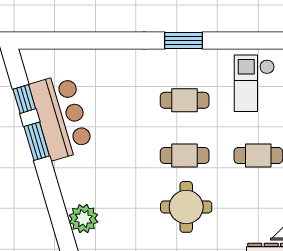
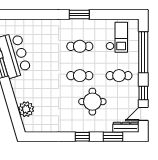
checkout: (254, 83) -> (117, 37), turned 180
round table: (186, 207) -> (92, 102), moved

